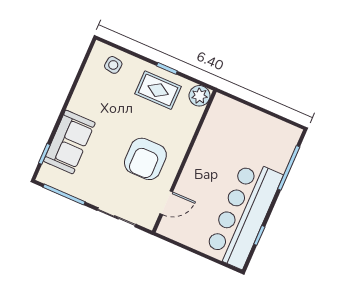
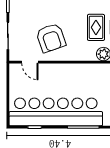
armchair: (145, 159) -> (51, 38), turned -109
bar counter: (244, 214) -> (56, 112), width x1.36

